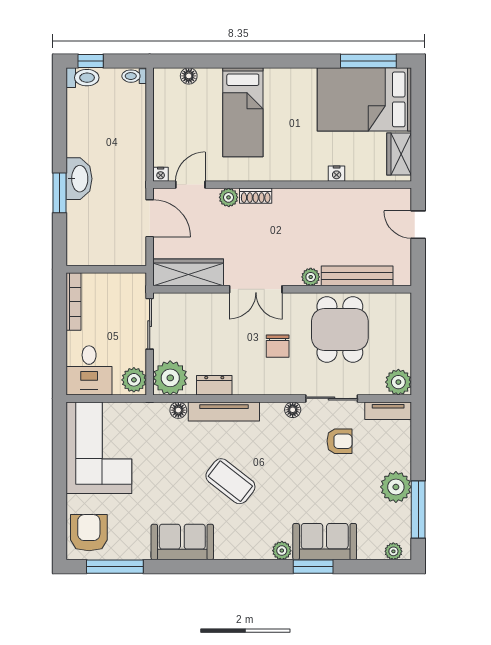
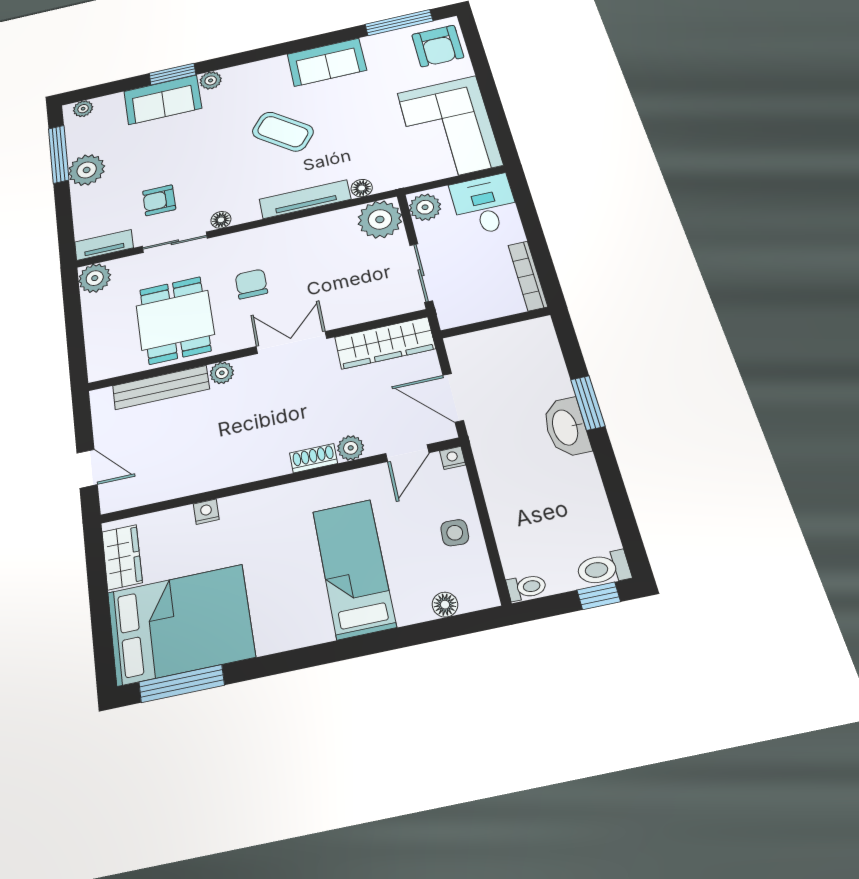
side table: (171, 122) -> (455, 533), added
dresser: (214, 385) -> (323, 224), removed

